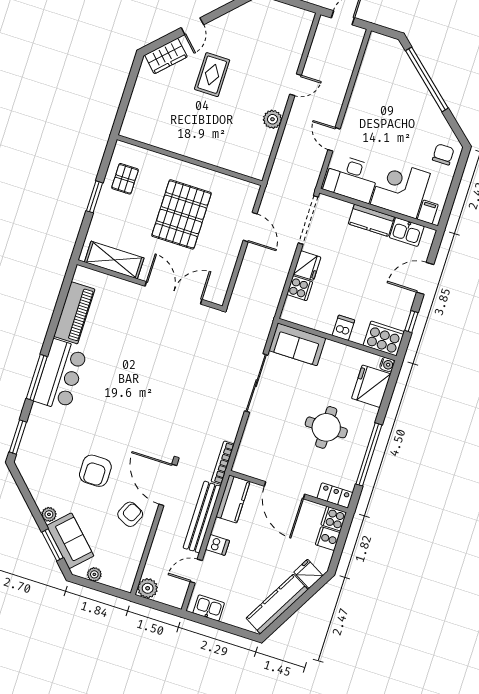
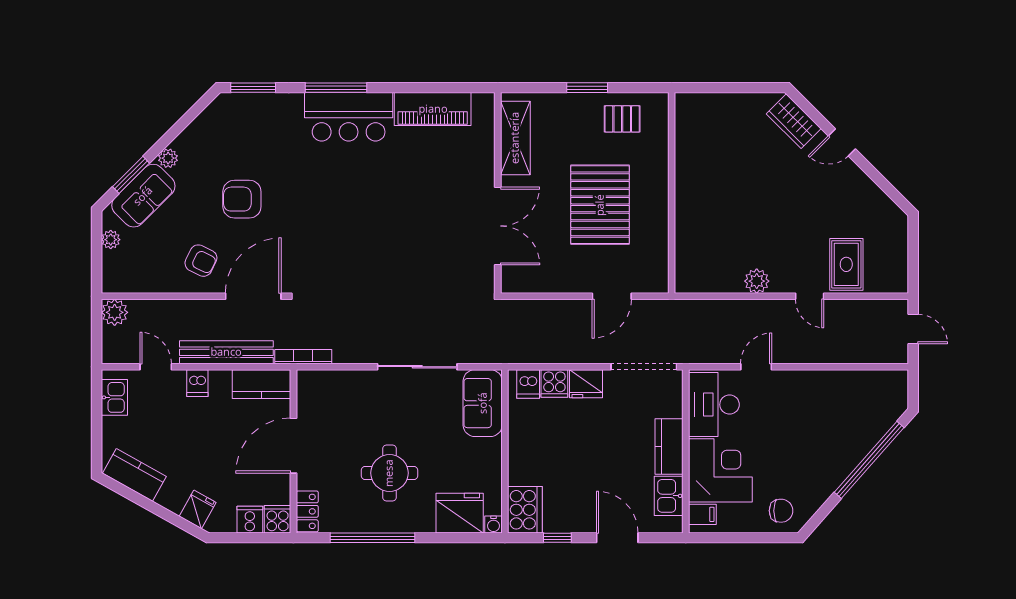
rug: (212, 75) -> (846, 264), moved, turned 90
pallet: (182, 214) -> (600, 205), turned 90
dishwasher: (343, 328) -> (528, 384), moved, turned 90
kitchen counter: (277, 604) -> (134, 475), width x0.67

